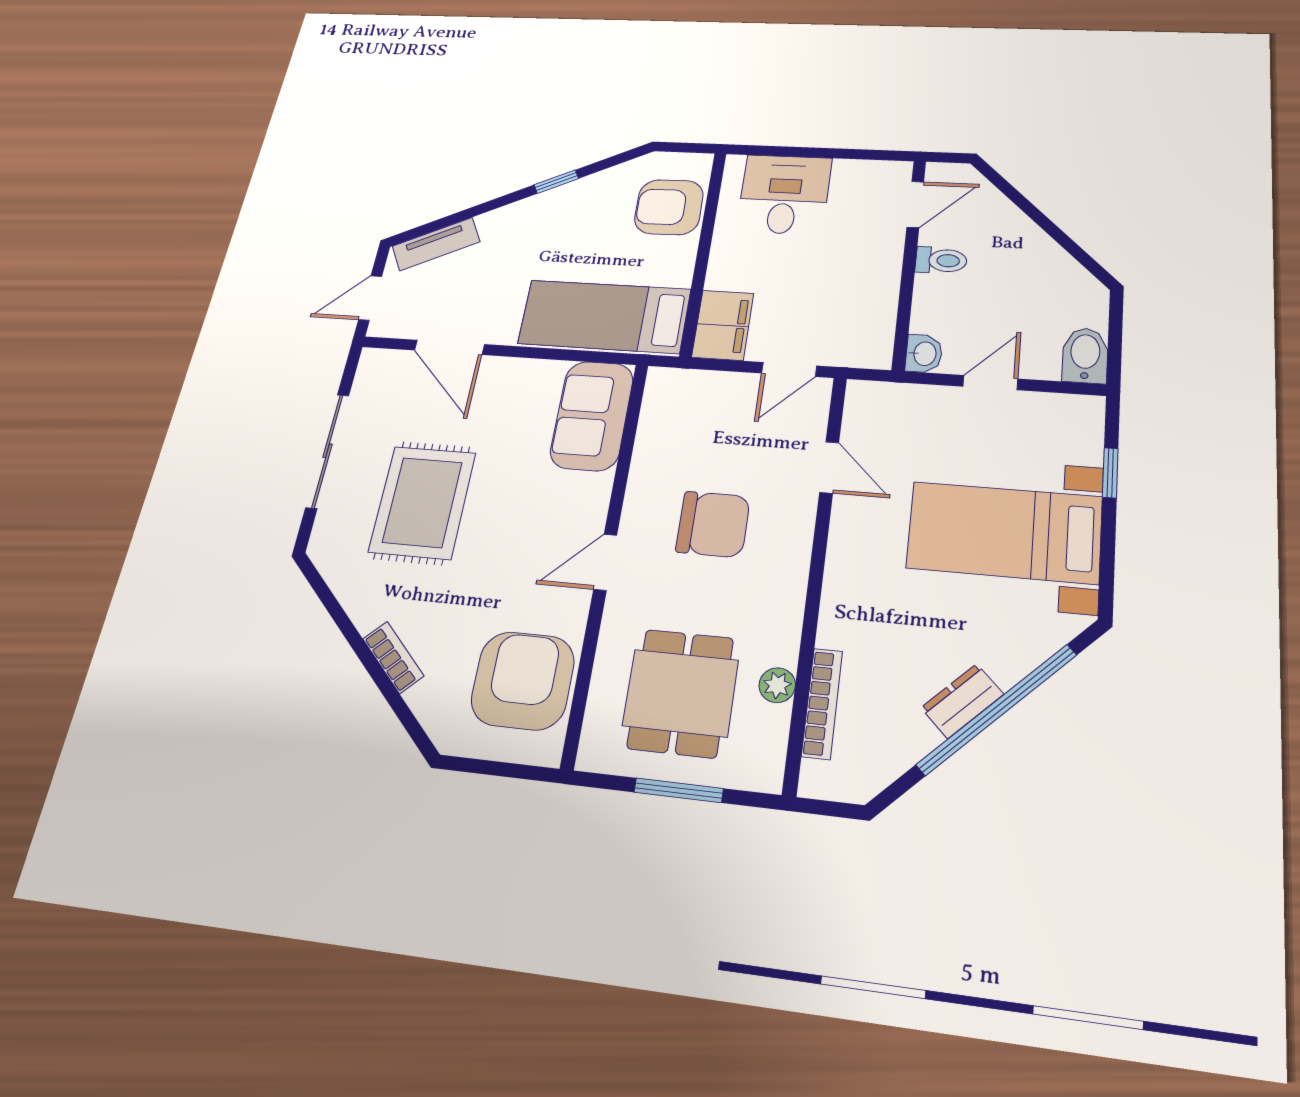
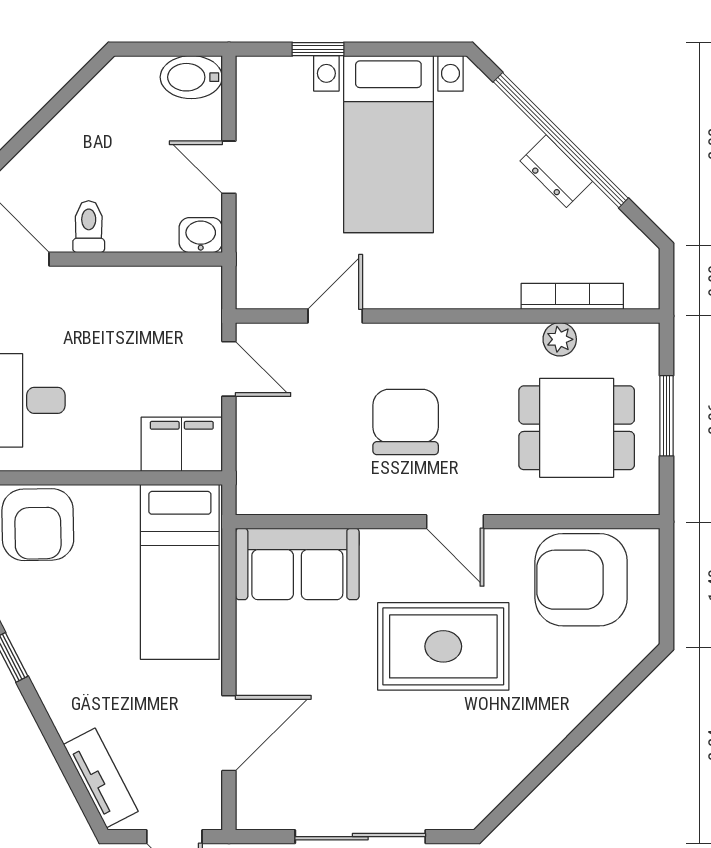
rug: (422, 502) -> (443, 646), moved
bookcase: (393, 657) -> (572, 712), removed

